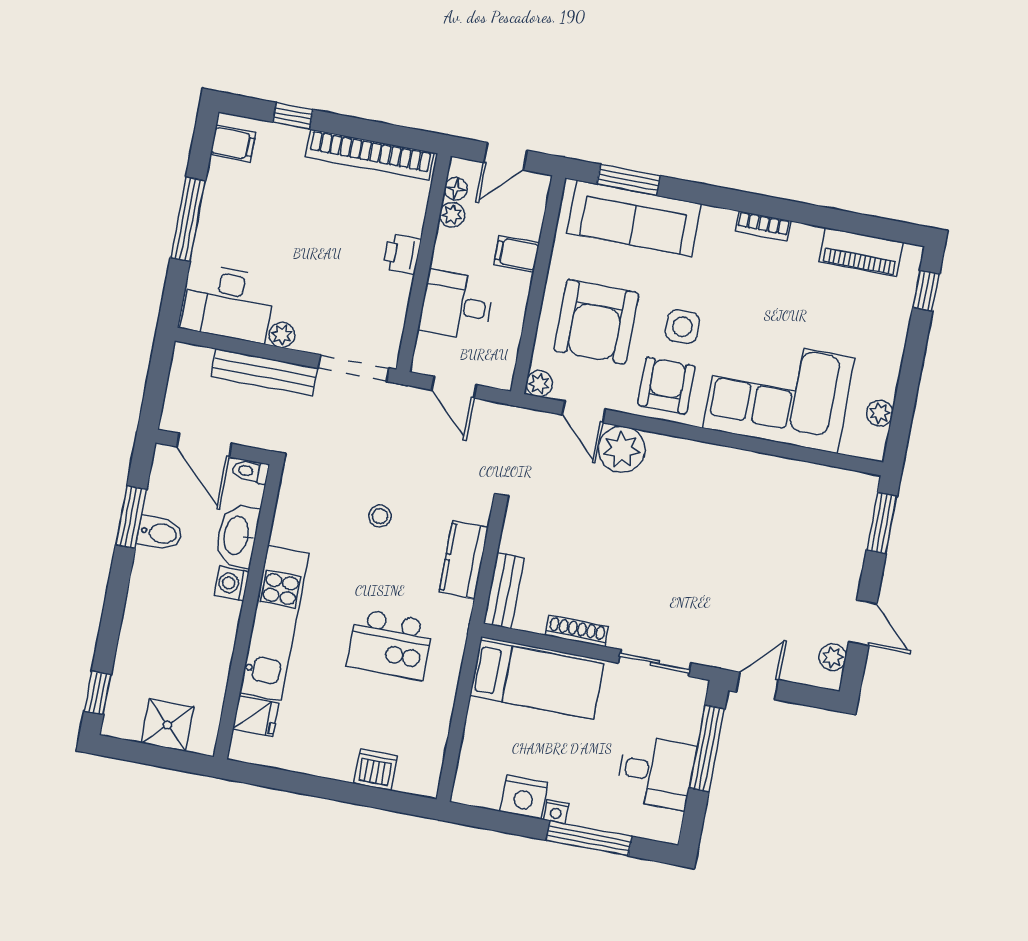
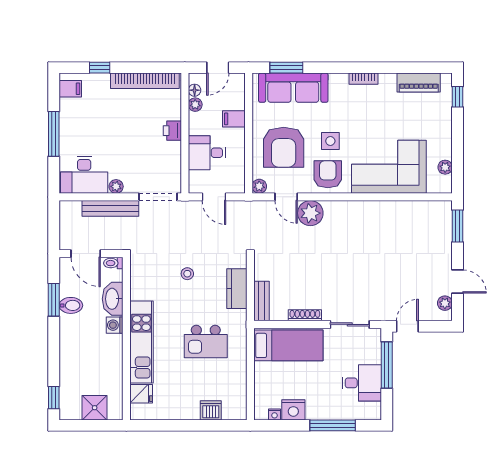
nightstand: (556, 812) -> (274, 414), moved

